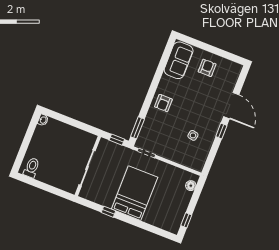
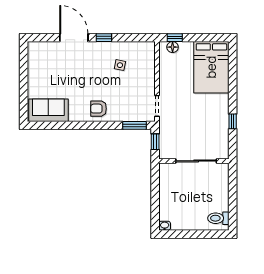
armchair: (207, 68) -> (45, 78), removed
armchair: (163, 103) -> (99, 109), turned 180
door: (231, 106) -> (74, 38), hinge flipped
bed: (135, 193) -> (211, 67), moved, turned -90
window: (186, 220) -> (175, 38), moved

